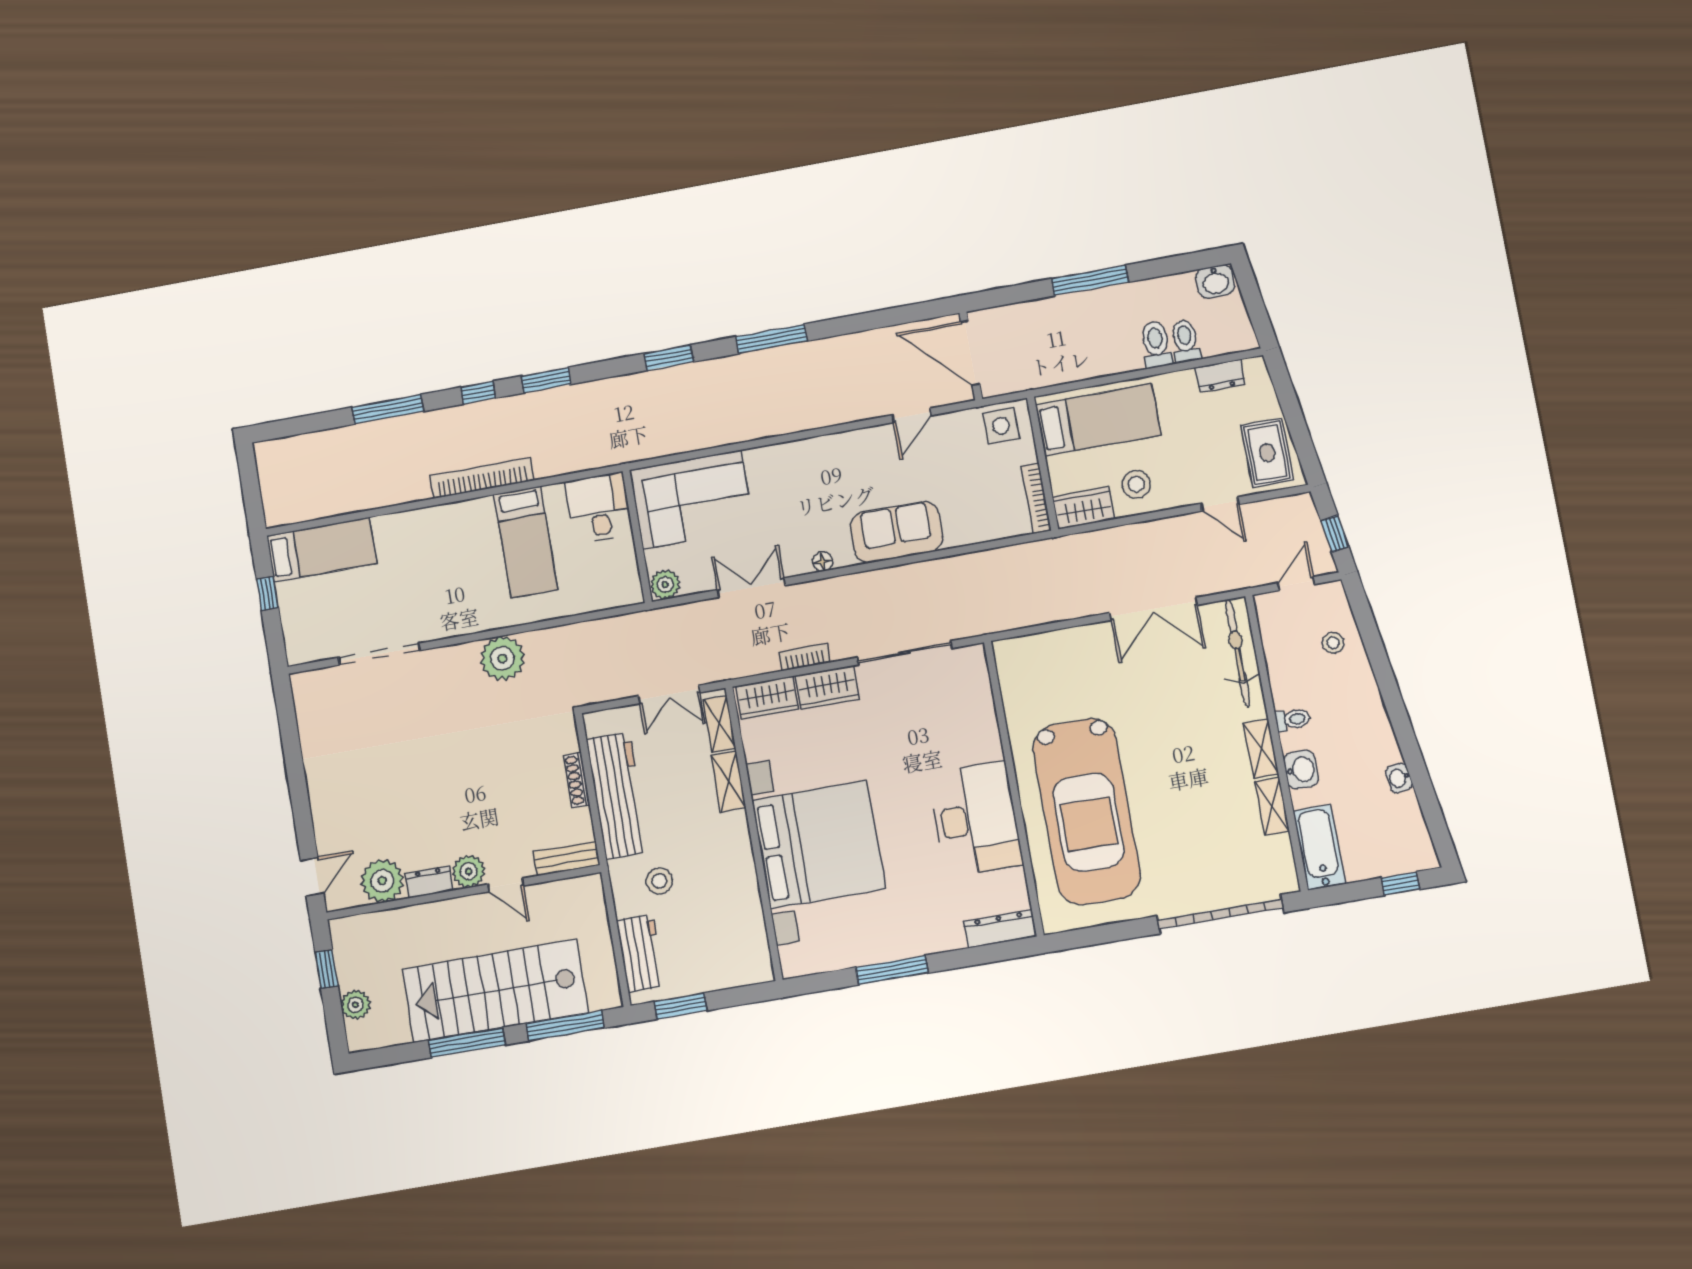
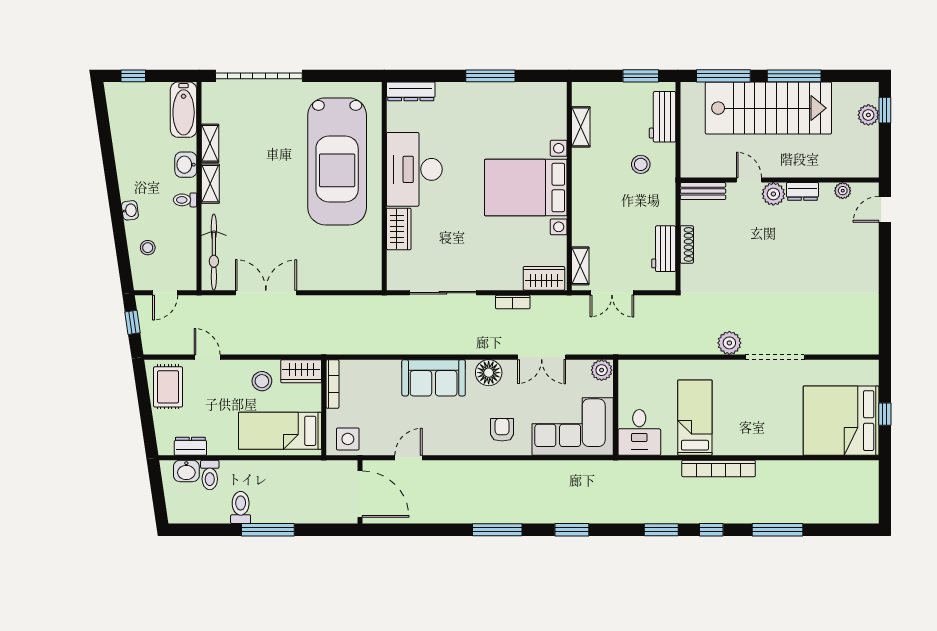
washbasin: (1215, 281) -> (186, 471), moved, turned 180
toilet: (1156, 344) -> (241, 507), moved, turned 180
armchair: (789, 477) -> (502, 430), added
bed: (322, 550) -> (841, 421), width x2.04
floor lamp: (823, 561) -> (489, 373), width x1.89, depth x1.89
doorway: (379, 654) -> (775, 357), moved
plant: (502, 658) -> (729, 343), width x0.73, depth x0.73
wardrobe: (827, 687) -> (399, 229), moved, turned 90
double door: (669, 694) -> (612, 293), swing flipped
washbasin: (1399, 778) -> (130, 210), moved
shelving: (728, 781) -> (581, 127), moved
workbench: (618, 796) -> (664, 249), width x0.53, depth x0.76
car: (1087, 811) -> (337, 161), turned 180
bed with nightstands: (819, 845) -> (526, 188), width x0.73
plant: (382, 881) -> (843, 191), width x0.53, depth x0.53
window: (327, 969) -> (885, 110), moved

